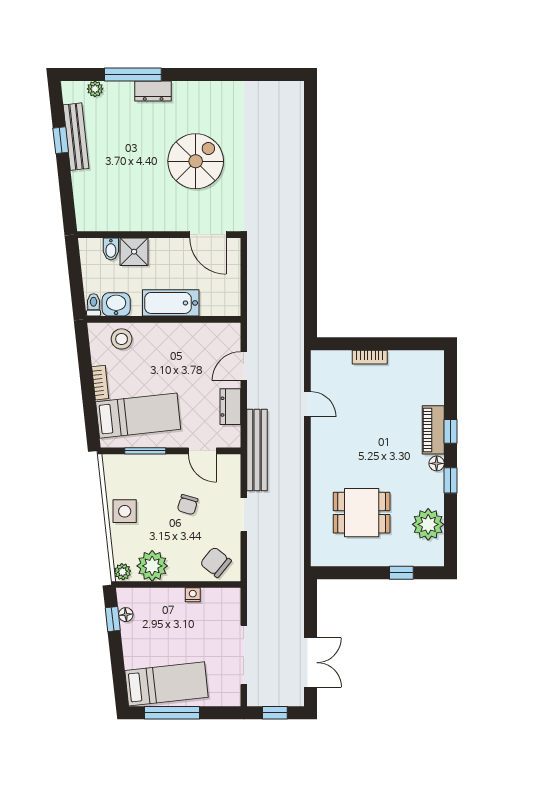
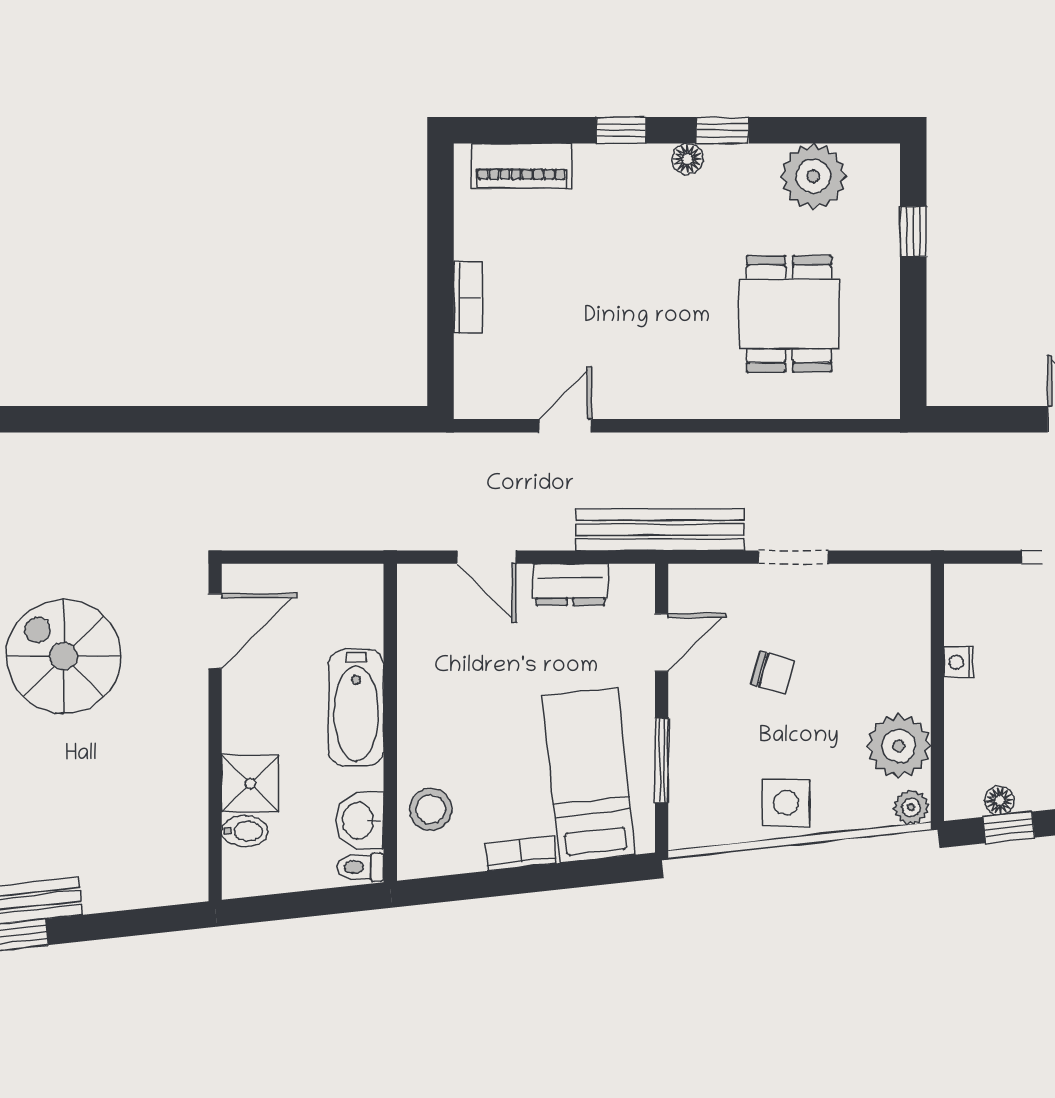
piano: (433, 430) -> (522, 166), moved
chair: (216, 562) -> (891, 615), removed

